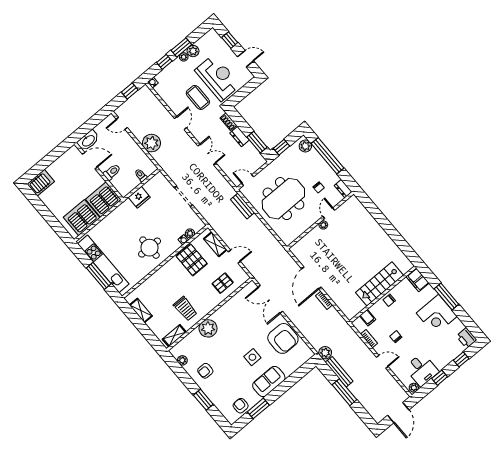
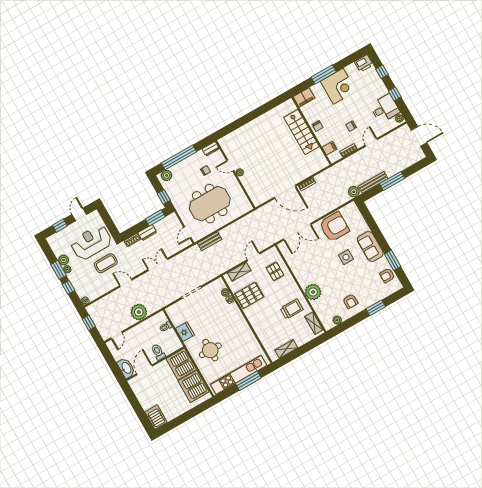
meeting table: (283, 199) -> (210, 204), turned 90
round table: (150, 248) -> (210, 350), moved

